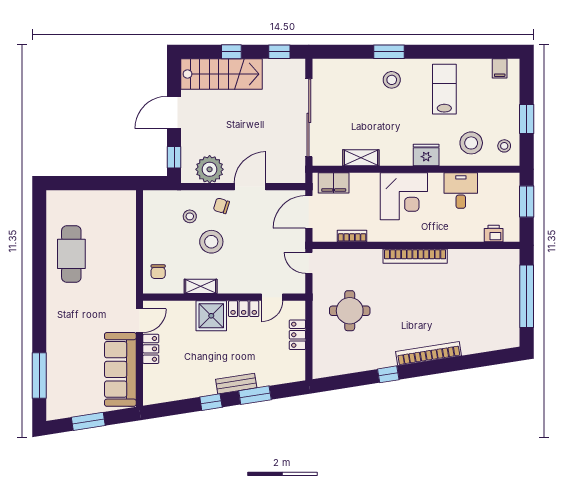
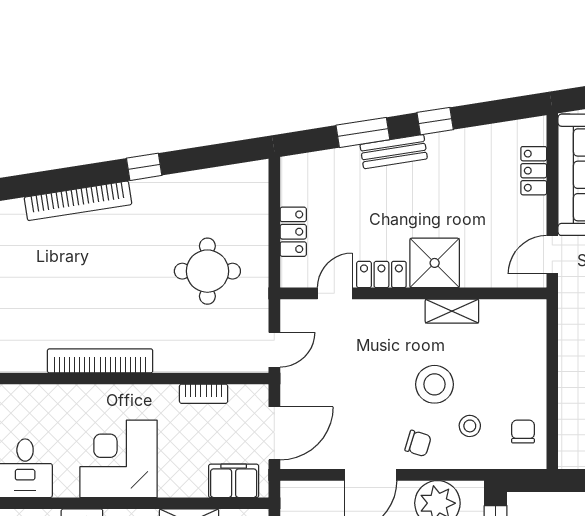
door: (309, 263) -> (274, 350), hinge flipped
chair: (158, 272) -> (523, 432), moved
locker: (151, 349) -> (534, 171), moved

